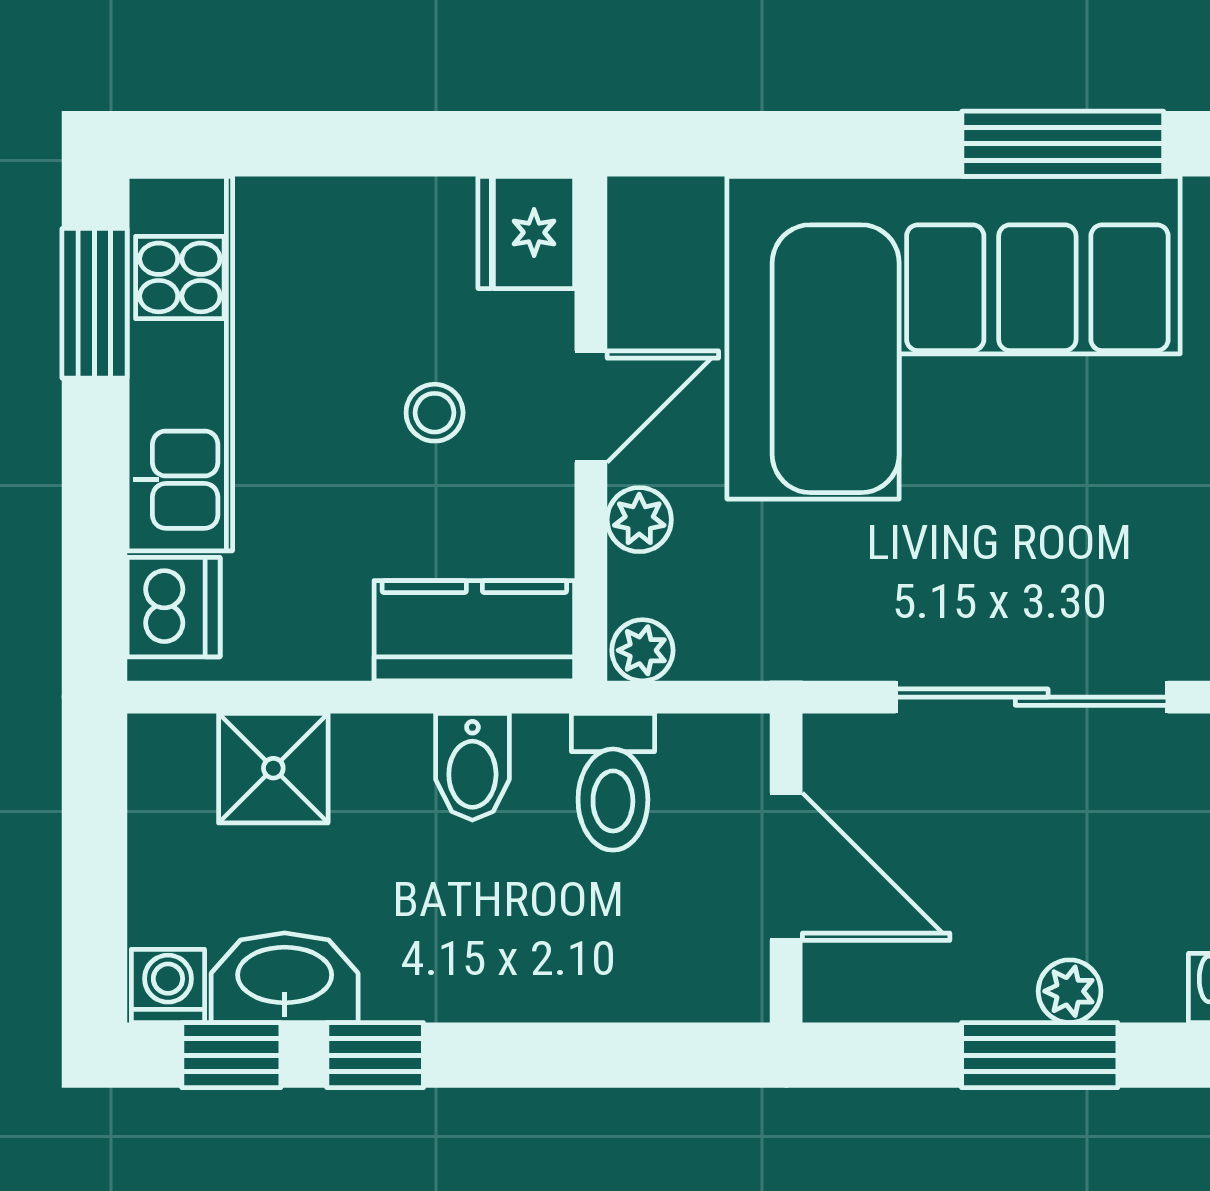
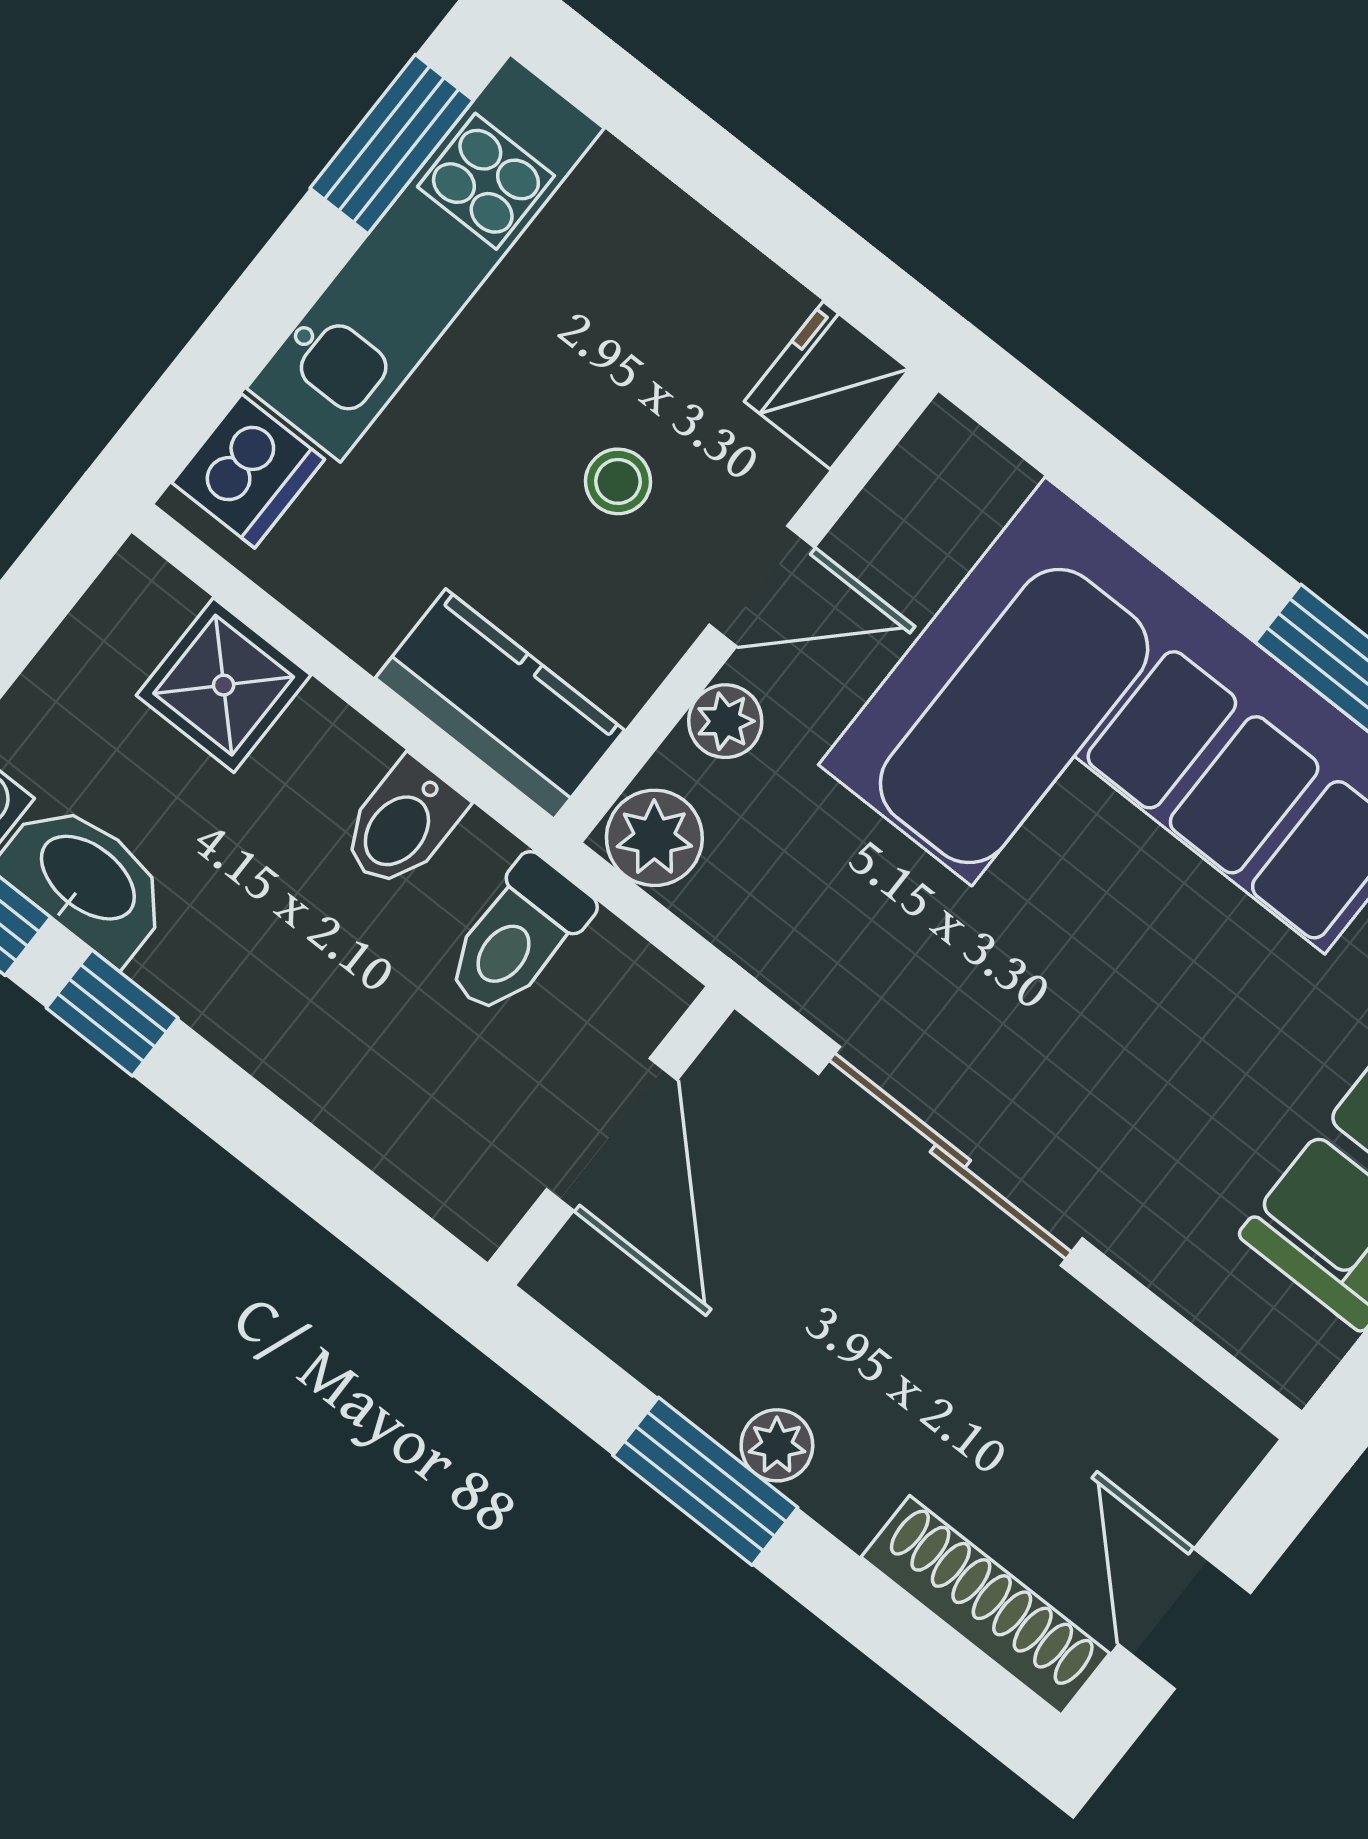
plant: (642, 650) -> (654, 838), width x1.38, depth x1.38

